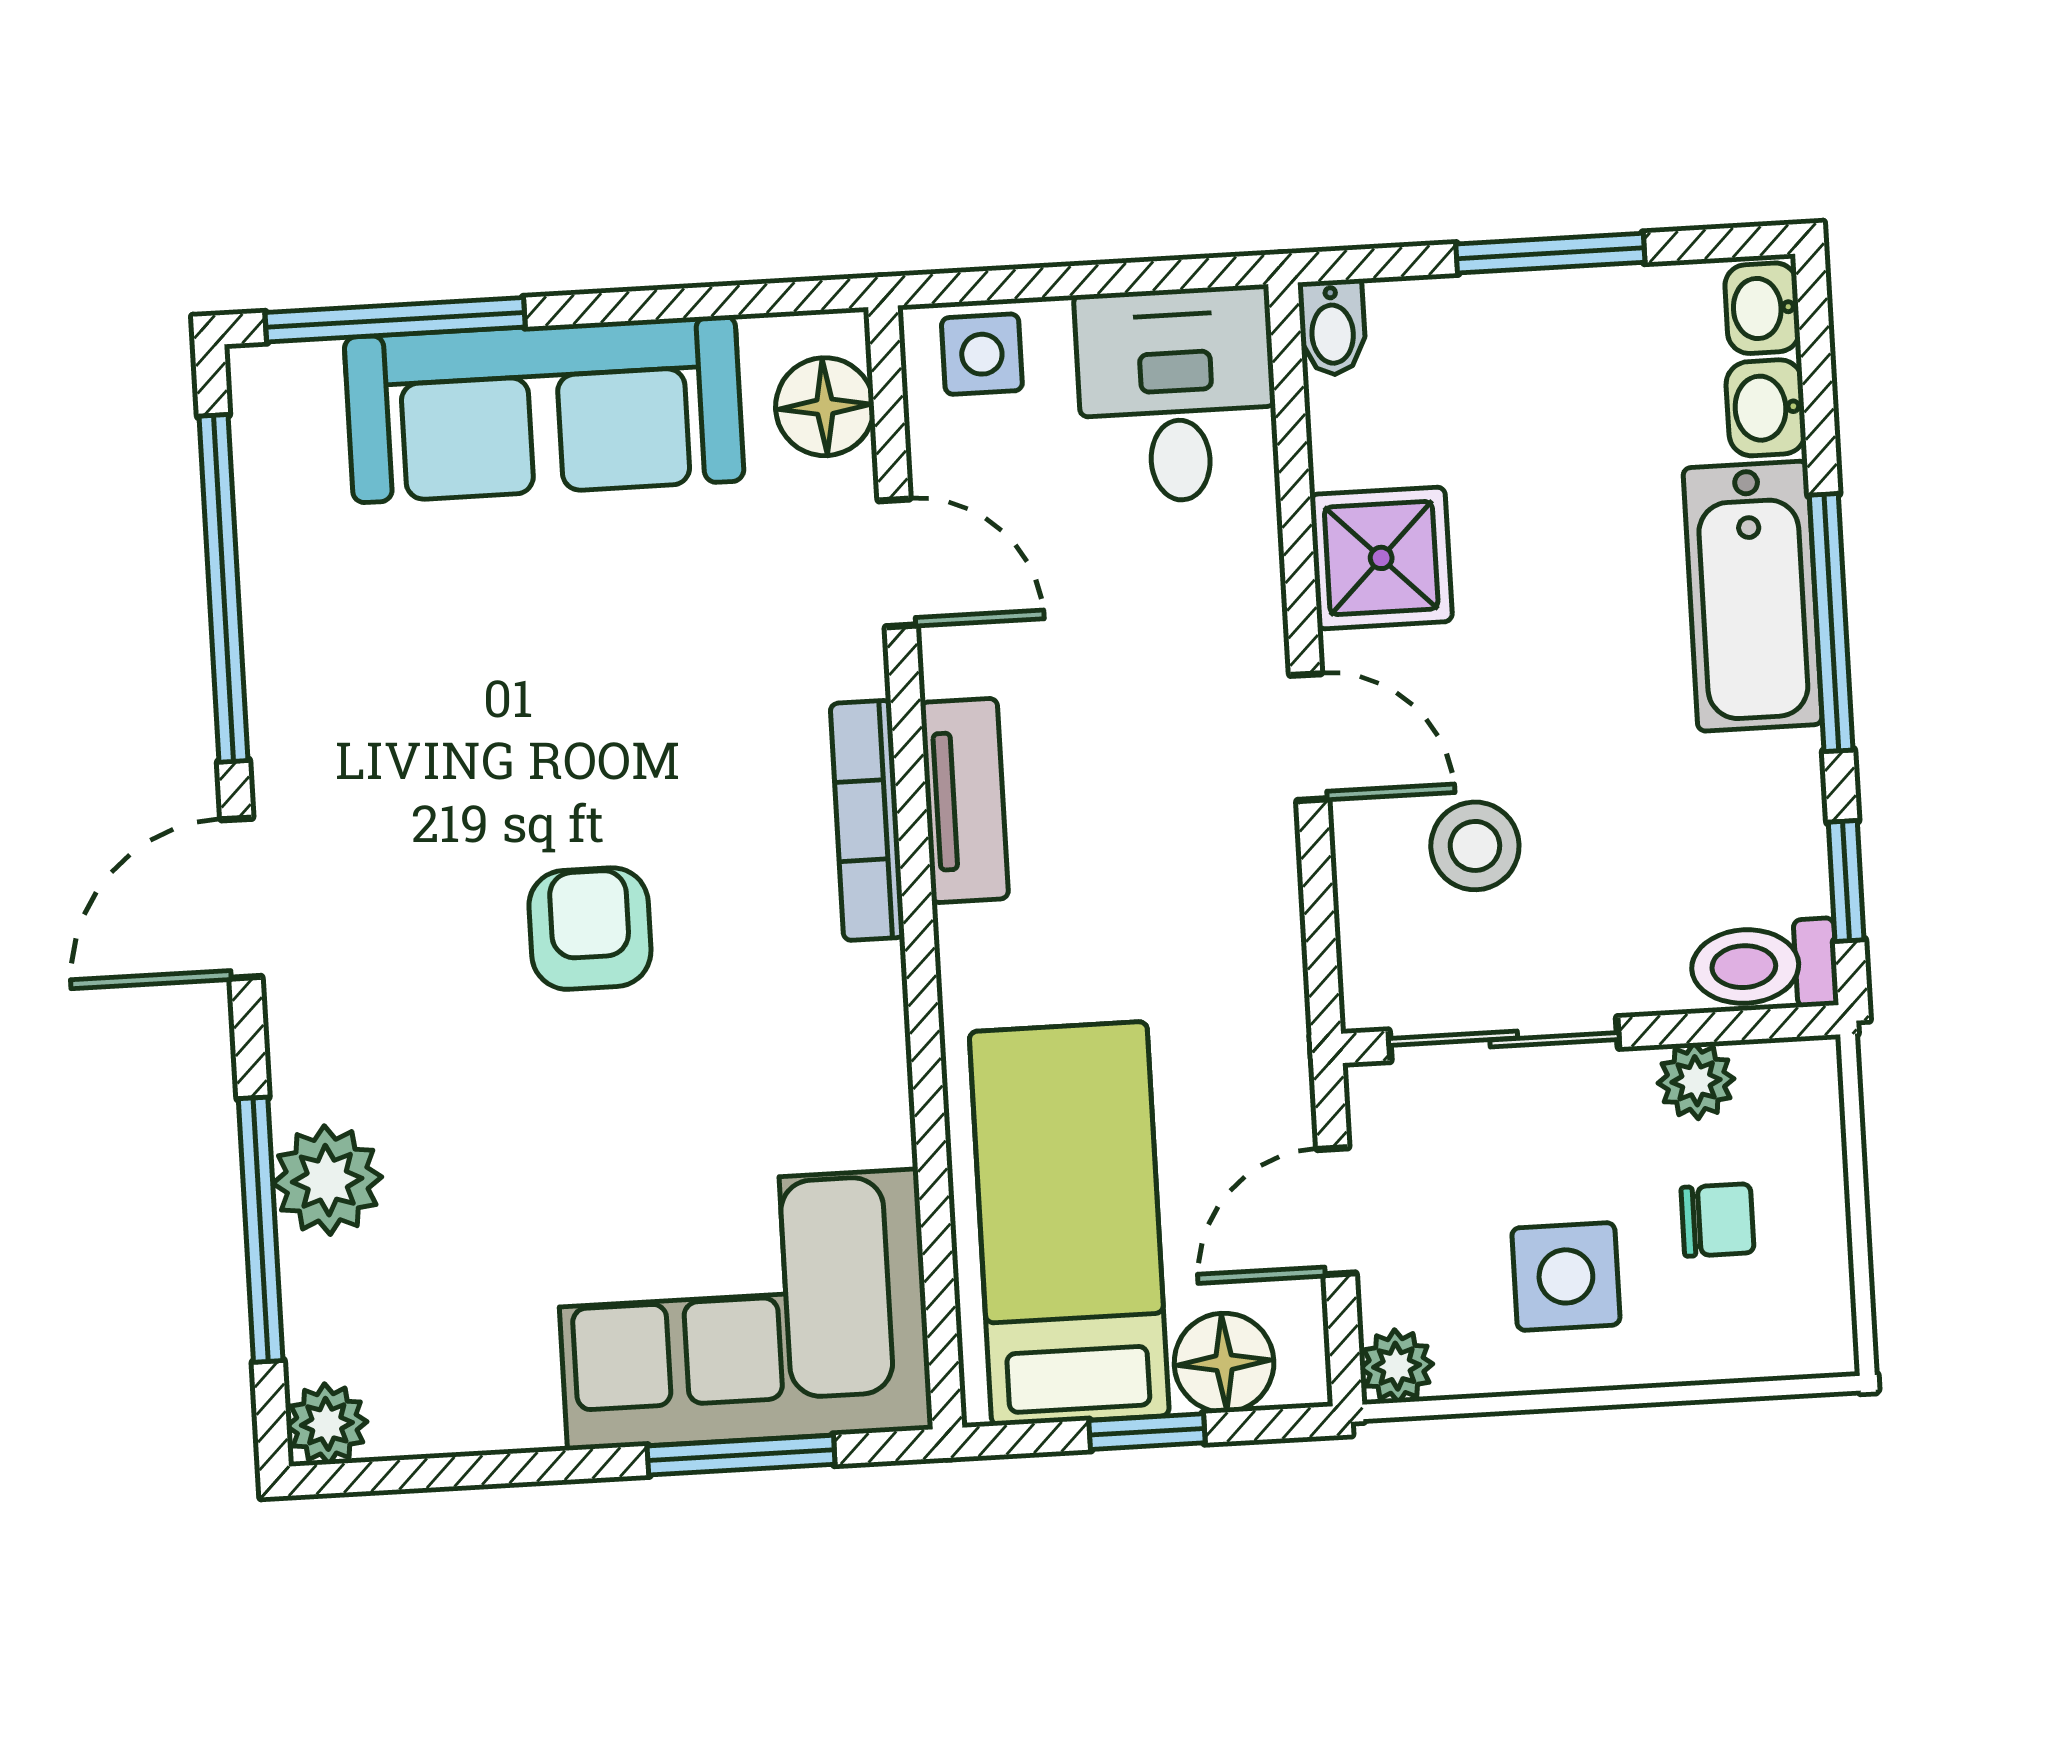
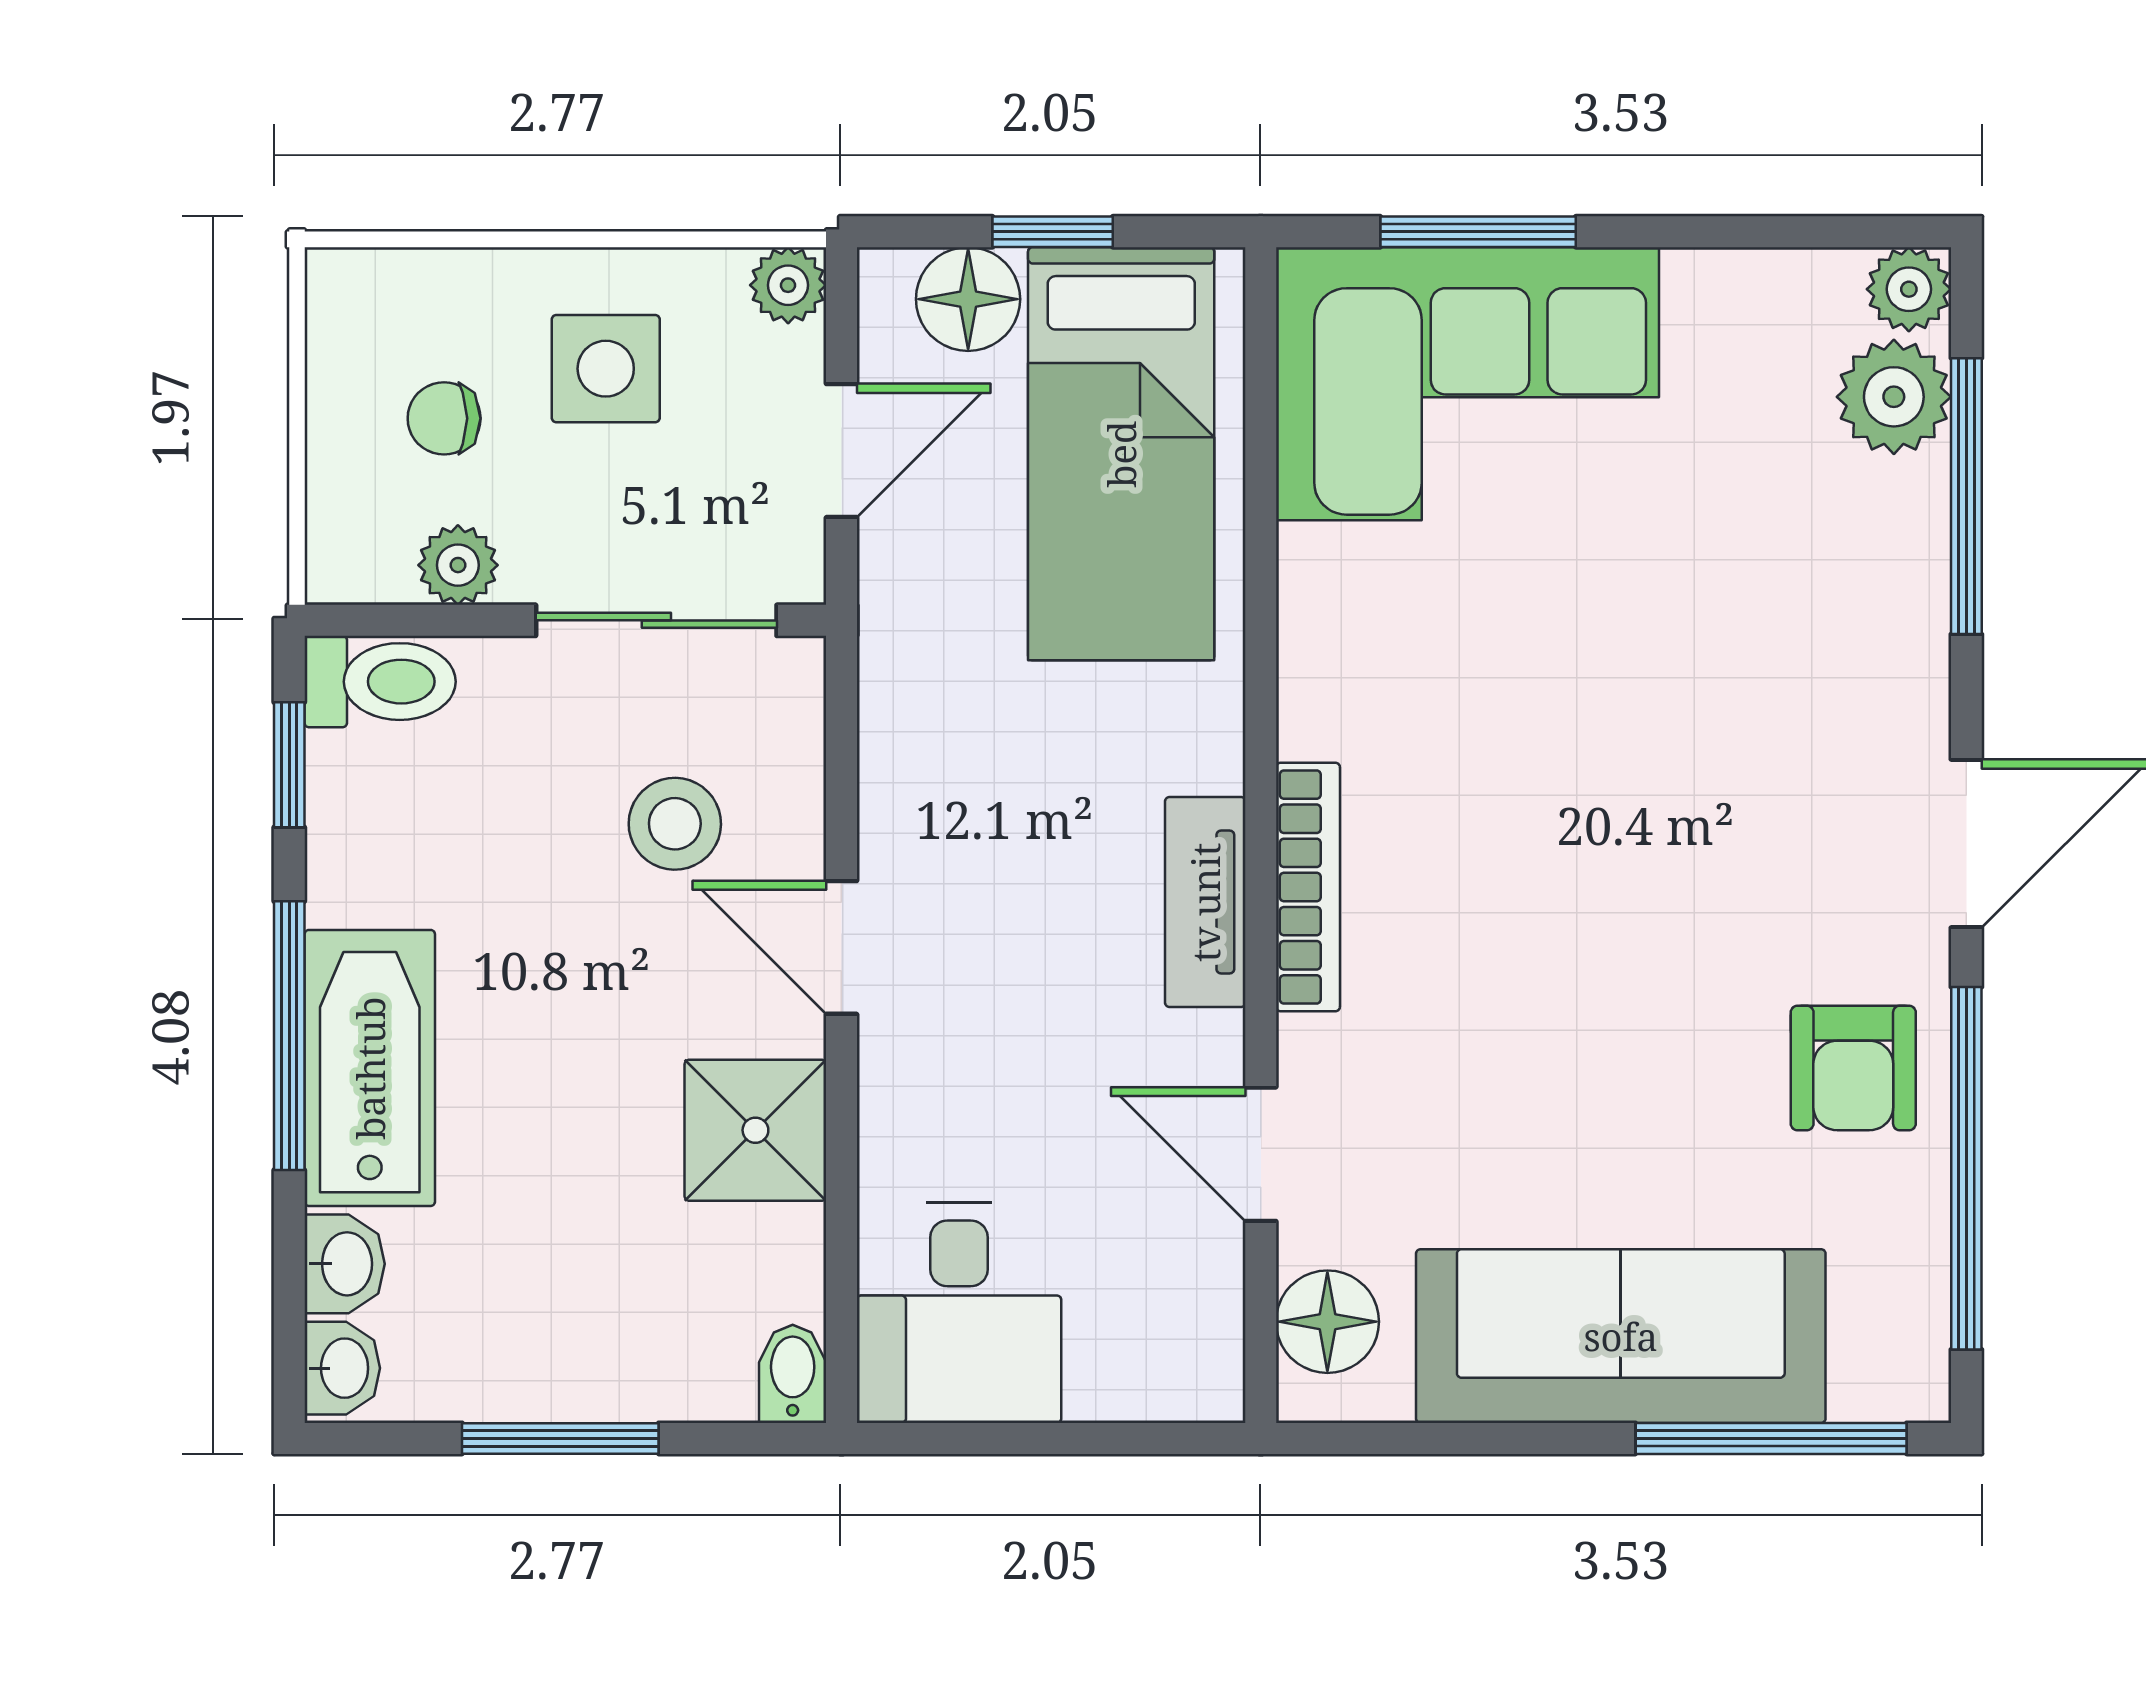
side table: (982, 354) -> (1160, 1367), removed
armchair: (590, 929) -> (1853, 1068), moved
plant: (327, 1180) -> (1894, 397), moved

